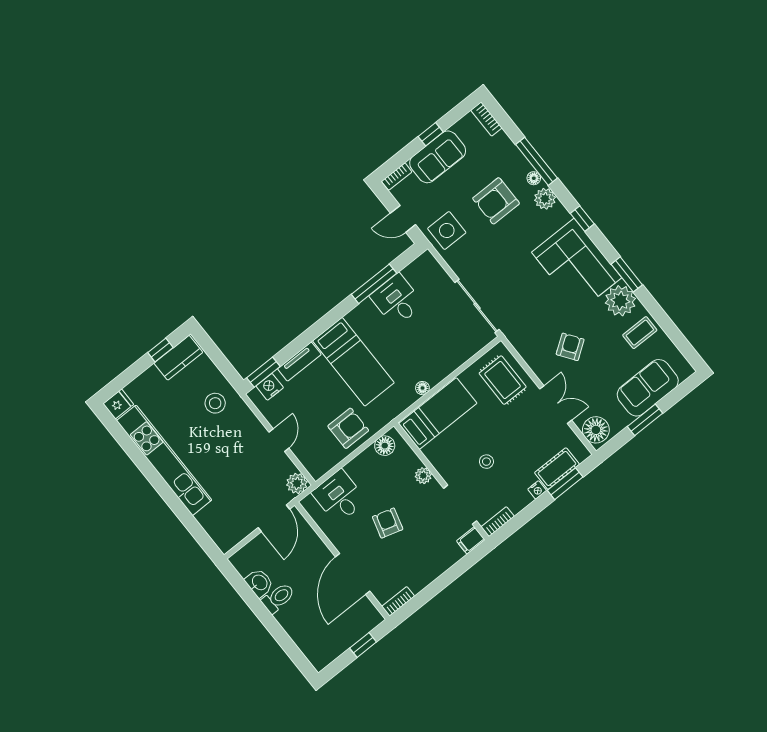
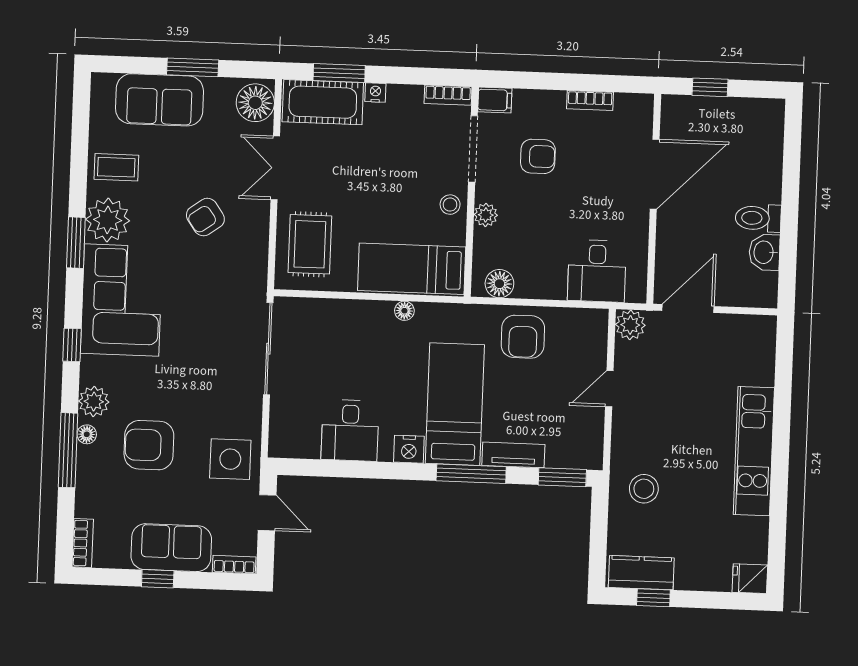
armchair: (496, 201) -> (149, 445), turned 180
window: (374, 284) -> (471, 474), moved
nightstand: (270, 387) -> (409, 449), moved
armchair: (348, 428) -> (523, 337), turned -90
kitchen unit: (164, 460) -> (754, 451), width x0.73
stool: (486, 462) -> (450, 205), moved
cot: (557, 468) -> (323, 102), width x1.37, depth x1.34
armchair: (388, 523) -> (538, 156), moved, turned -106
bookcase: (398, 601) -> (590, 100), moved

